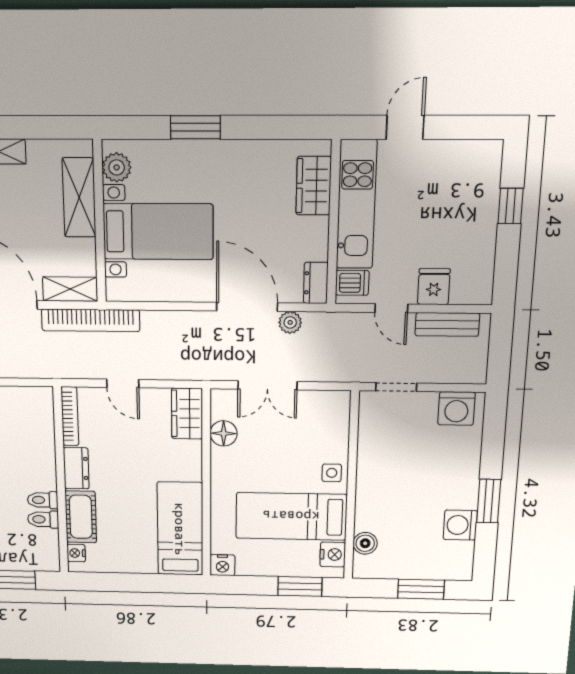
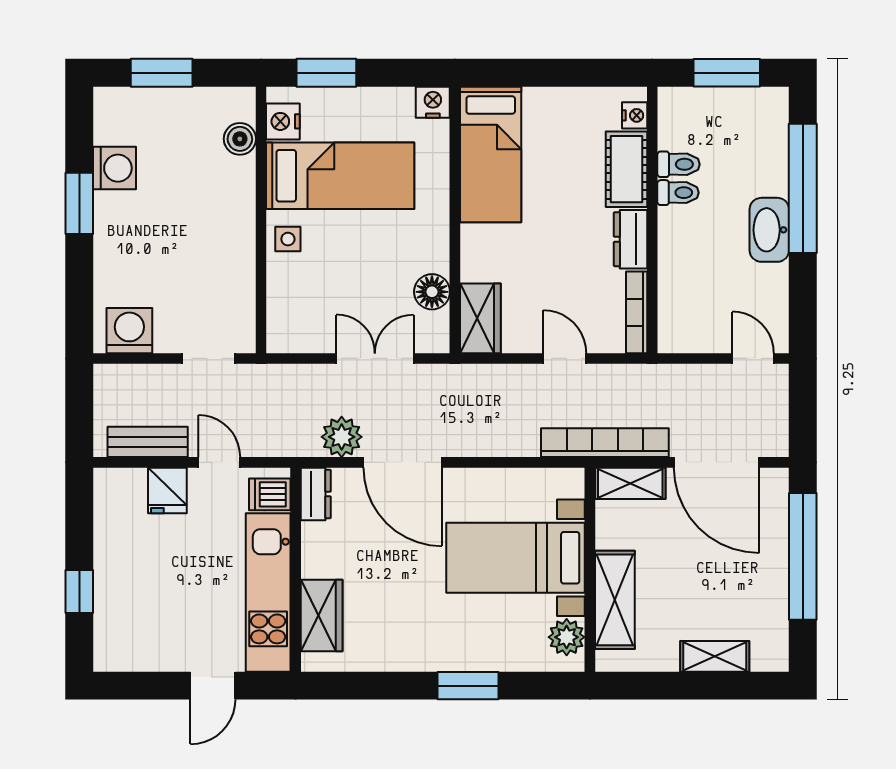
plant: (290, 322) -> (342, 437), width x1.38, depth x1.38

